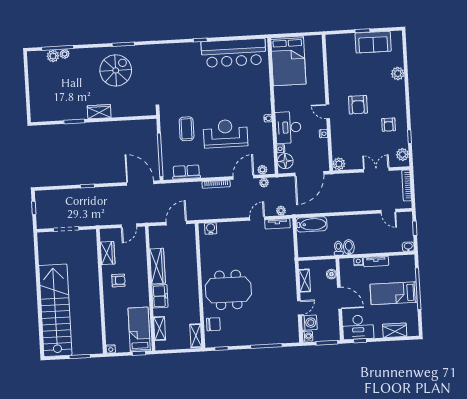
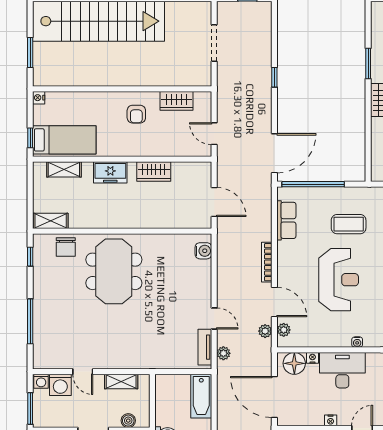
wardrobe: (158, 266) -> (154, 171), width x0.67

